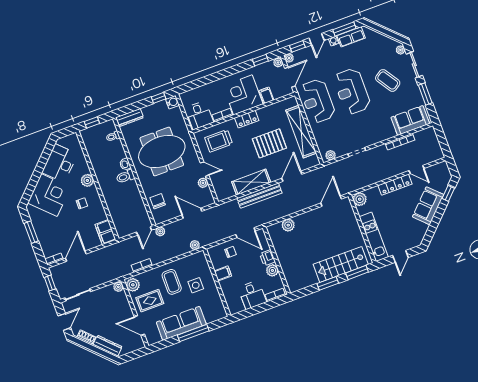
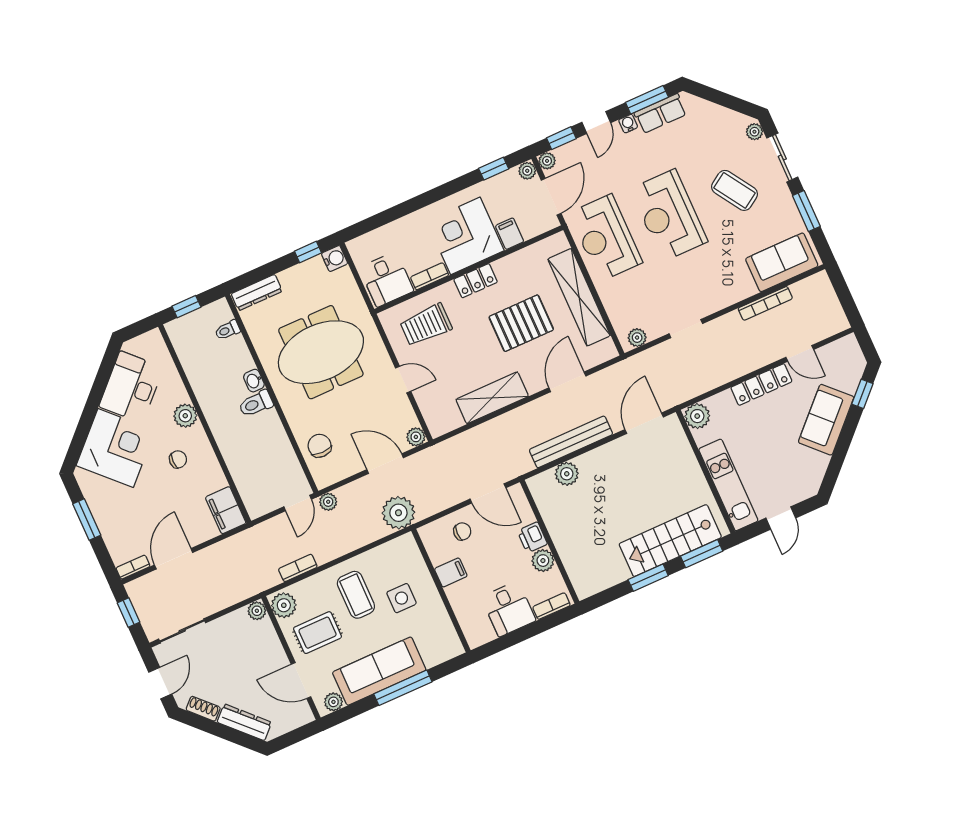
plant: (203, 183) -> (416, 437), moved
bench: (259, 196) -> (571, 442), moved
plant: (195, 245) -> (398, 513), width x1.88, depth x1.88
plant: (156, 338) -> (333, 702), added

